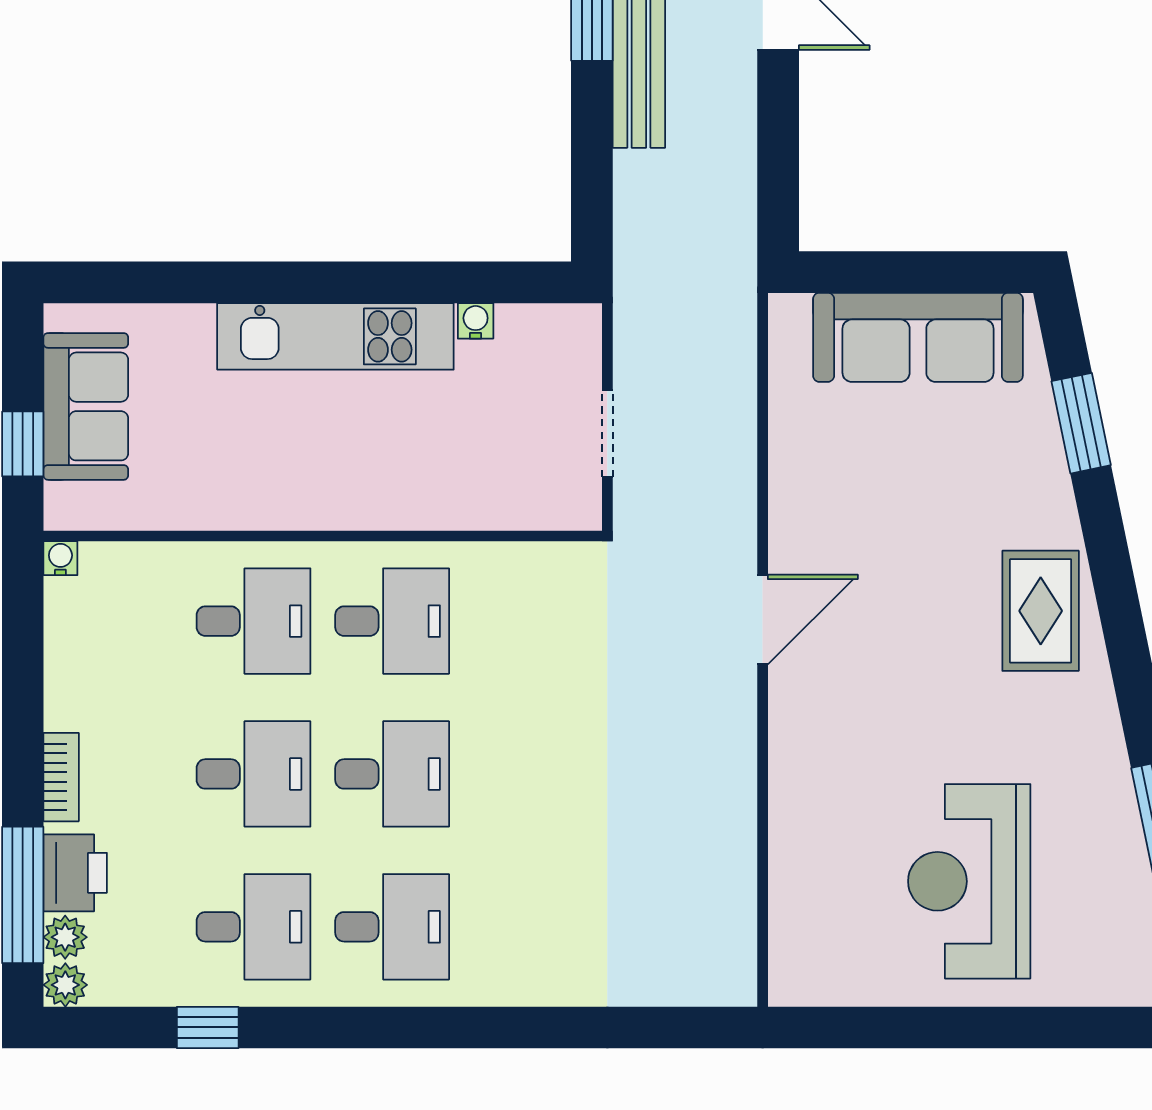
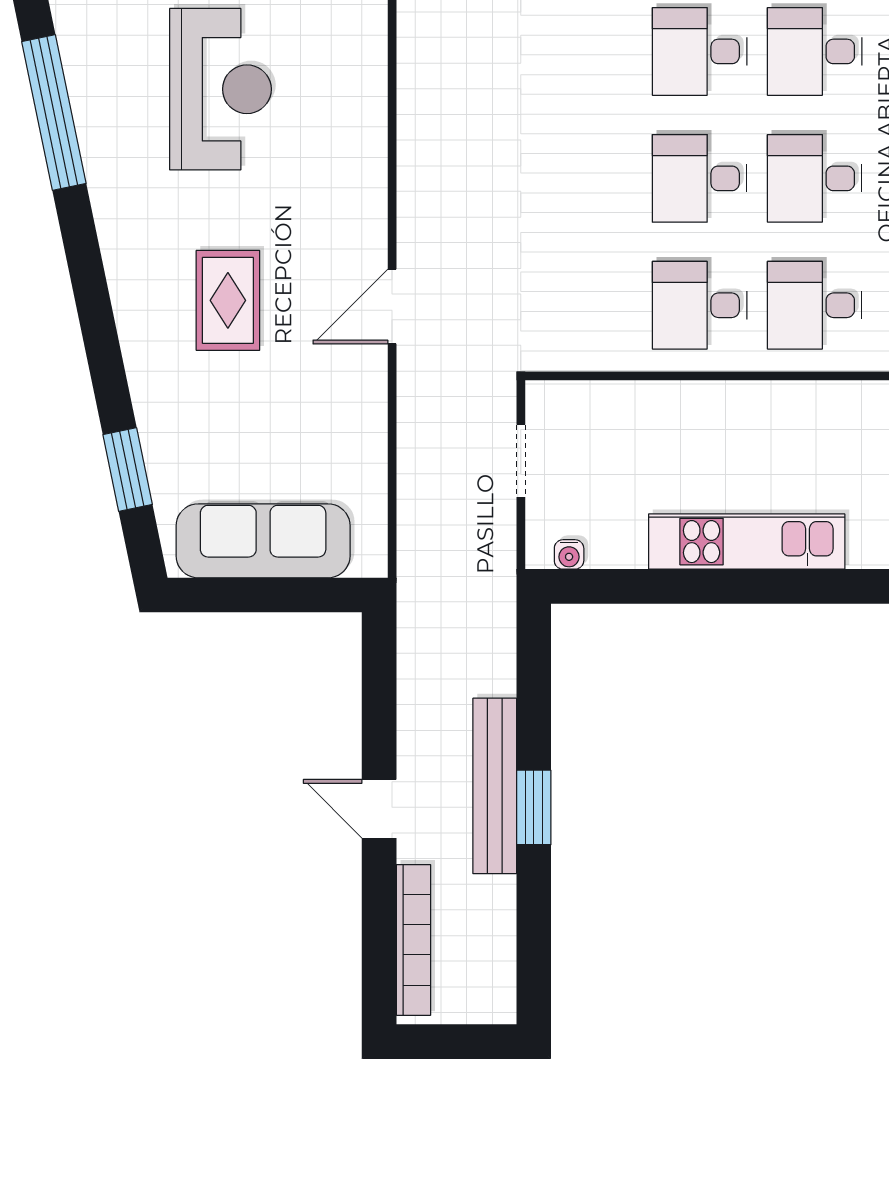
water cooler: (476, 321) -> (569, 554), moved
rug: (1041, 611) -> (228, 300), moved

